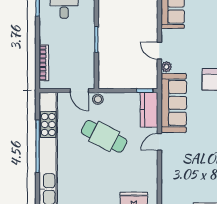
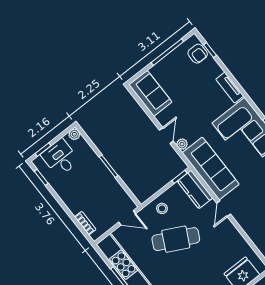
door: (159, 51) -> (166, 136), swing flipped
bookcase: (44, 63) -> (85, 223), width x0.64
stool: (98, 99) -> (162, 208), moved

